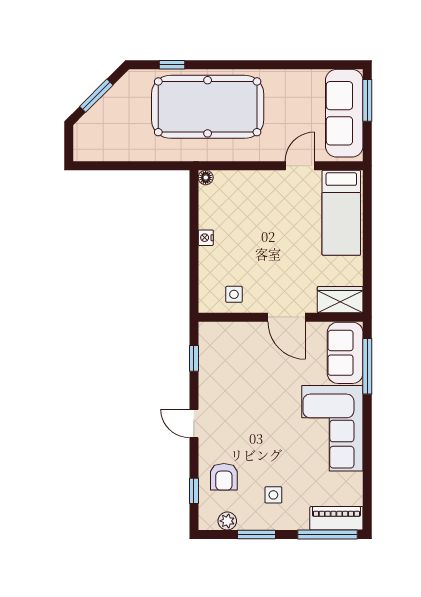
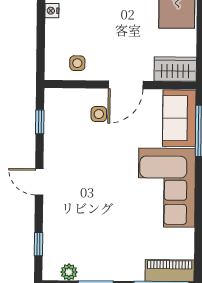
door: (287, 317) -> (126, 85), hinge flipped
armchair: (224, 477) -> (66, 231), removed
side table: (273, 495) -> (99, 114), moved

